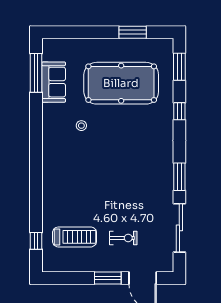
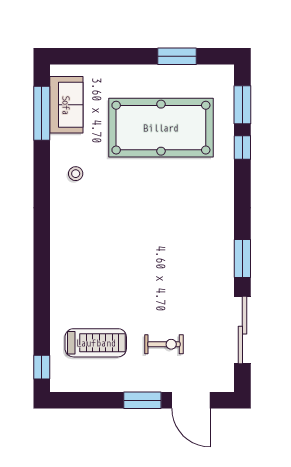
sofa: (54, 82) -> (66, 105), moved
window: (179, 111) -> (242, 148), moved
stool: (81, 126) -> (76, 174), moved
window: (36, 241) -> (42, 367), moved

